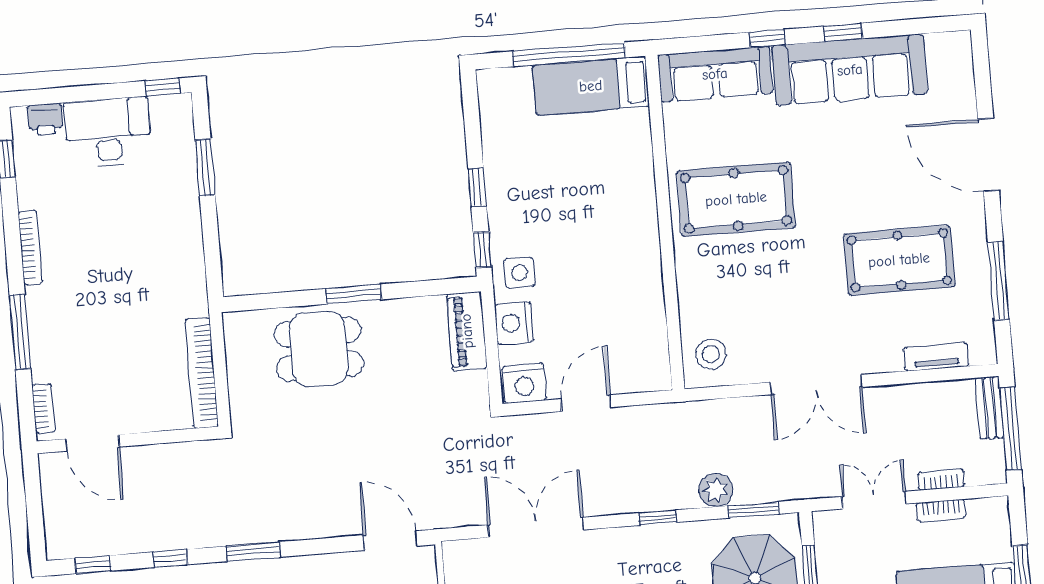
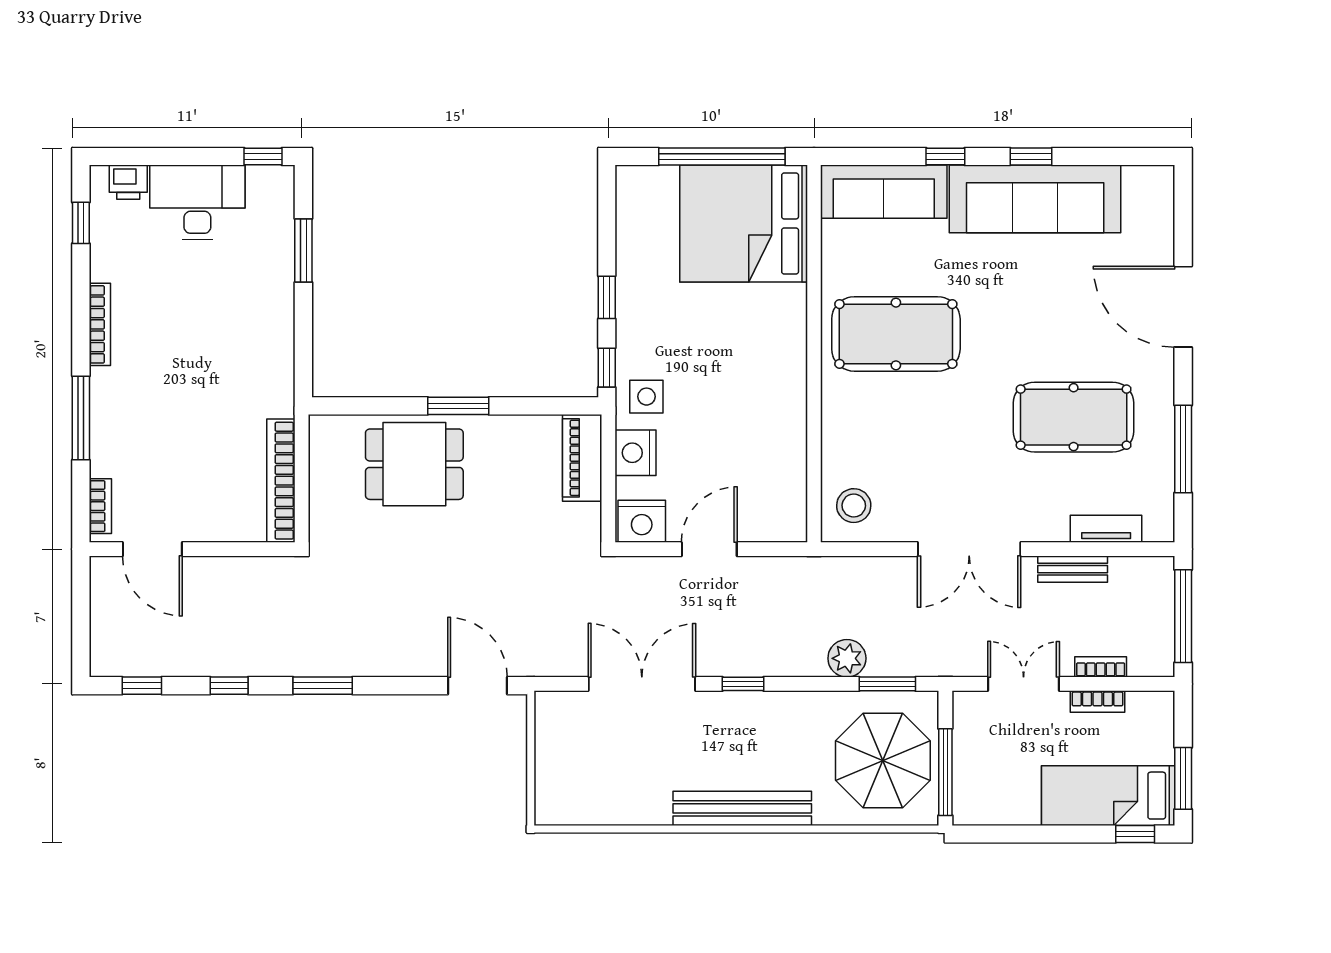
bed: (591, 86) -> (744, 223), width x2.04
bench: (989, 408) -> (1073, 569), moved, turned 90
window: (658, 518) -> (743, 684), moved

